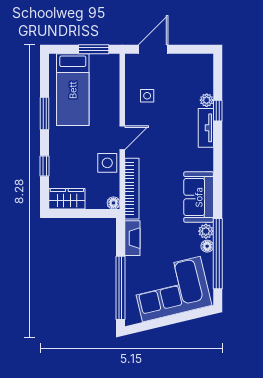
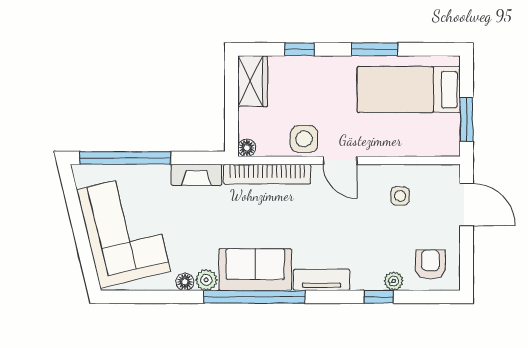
armchair: (195, 74) -> (430, 264), added
tv unit: (206, 128) -> (322, 280), moved
window: (218, 254) -> (254, 297), moved

